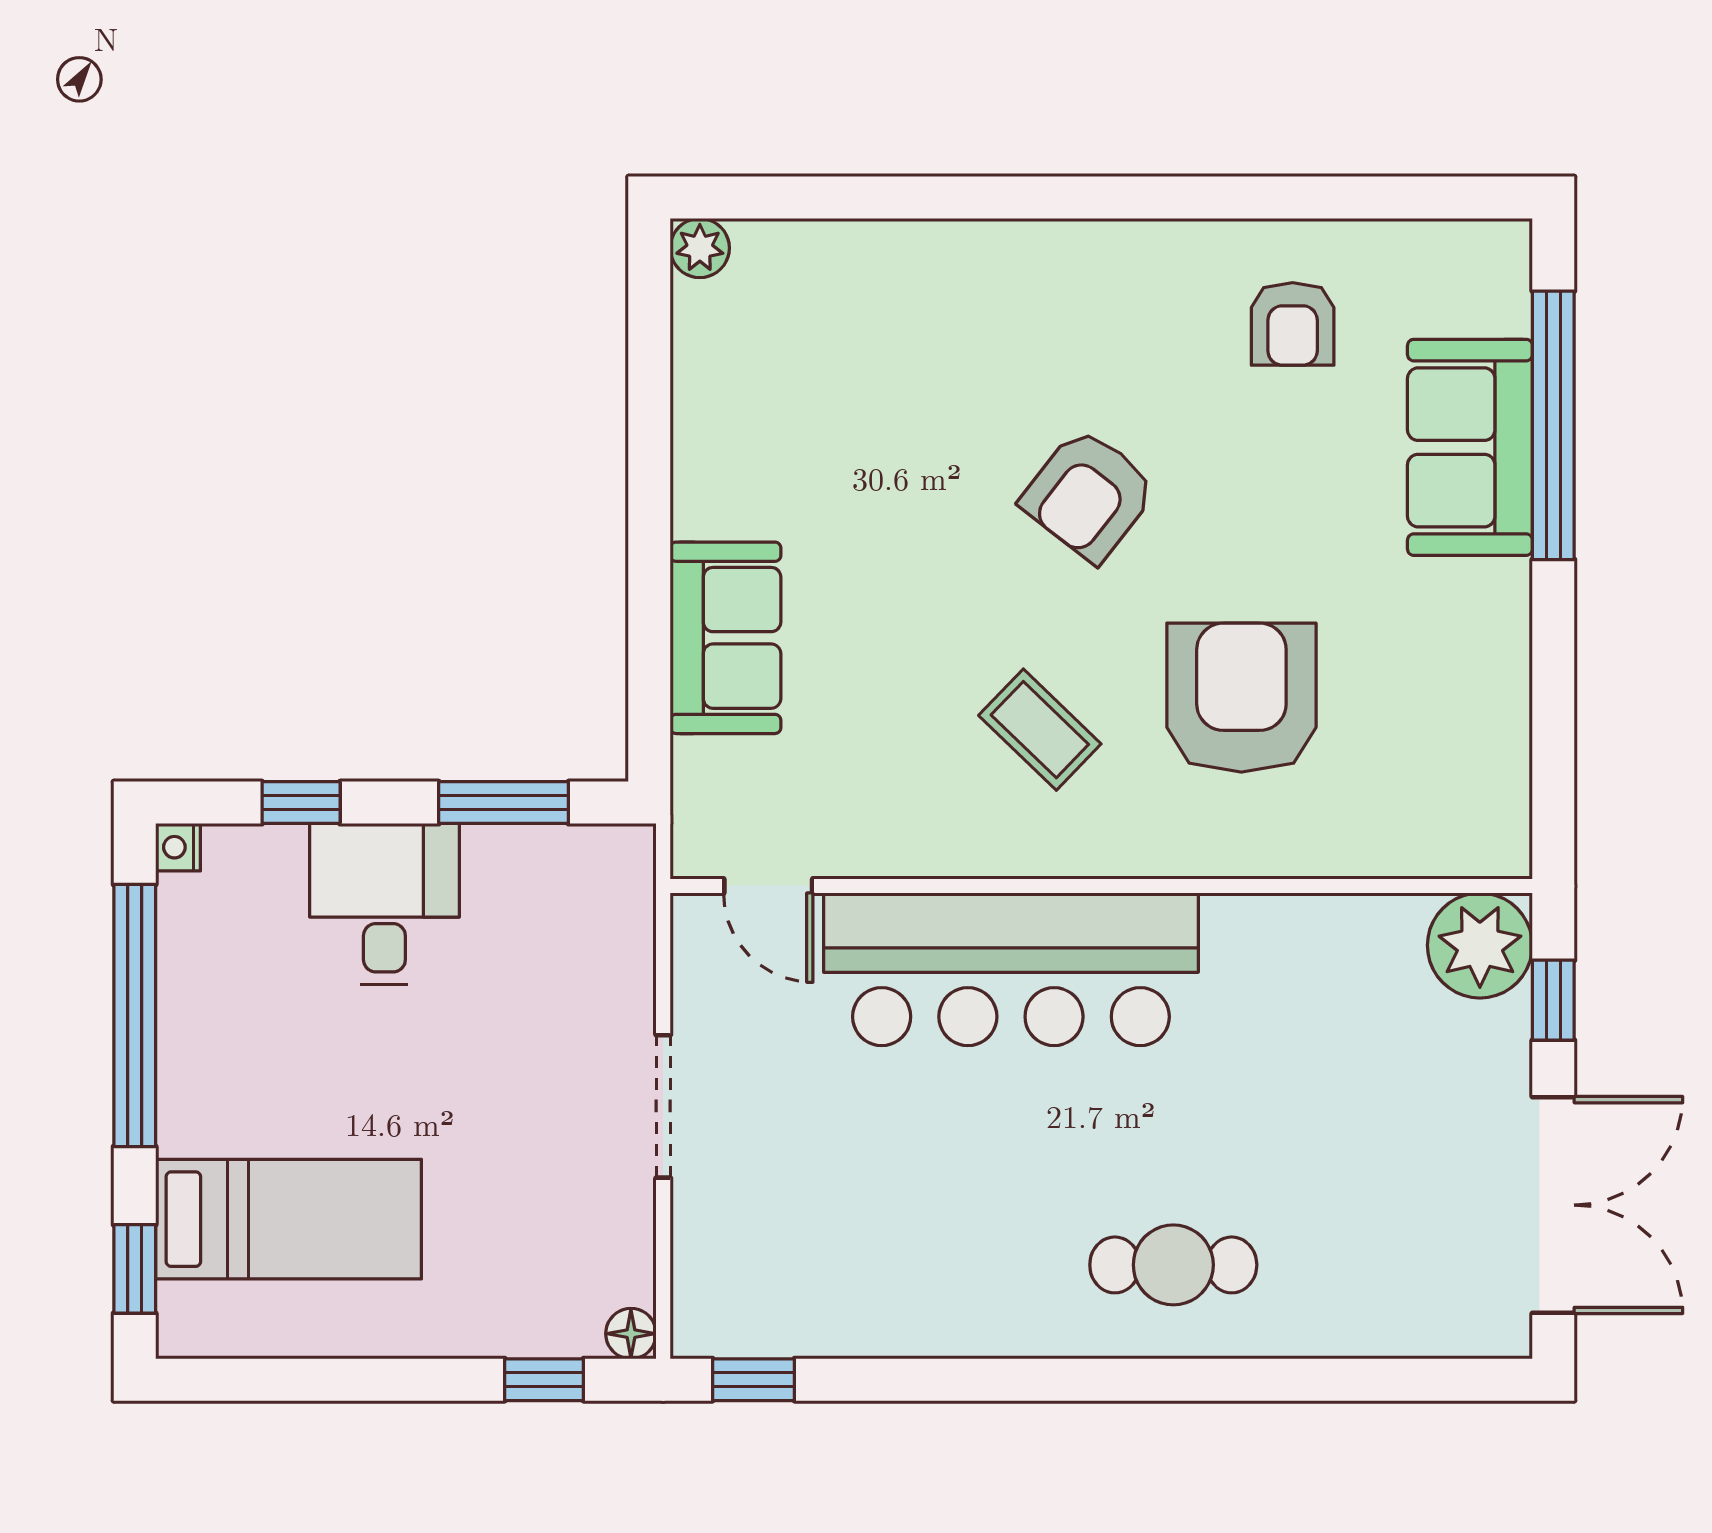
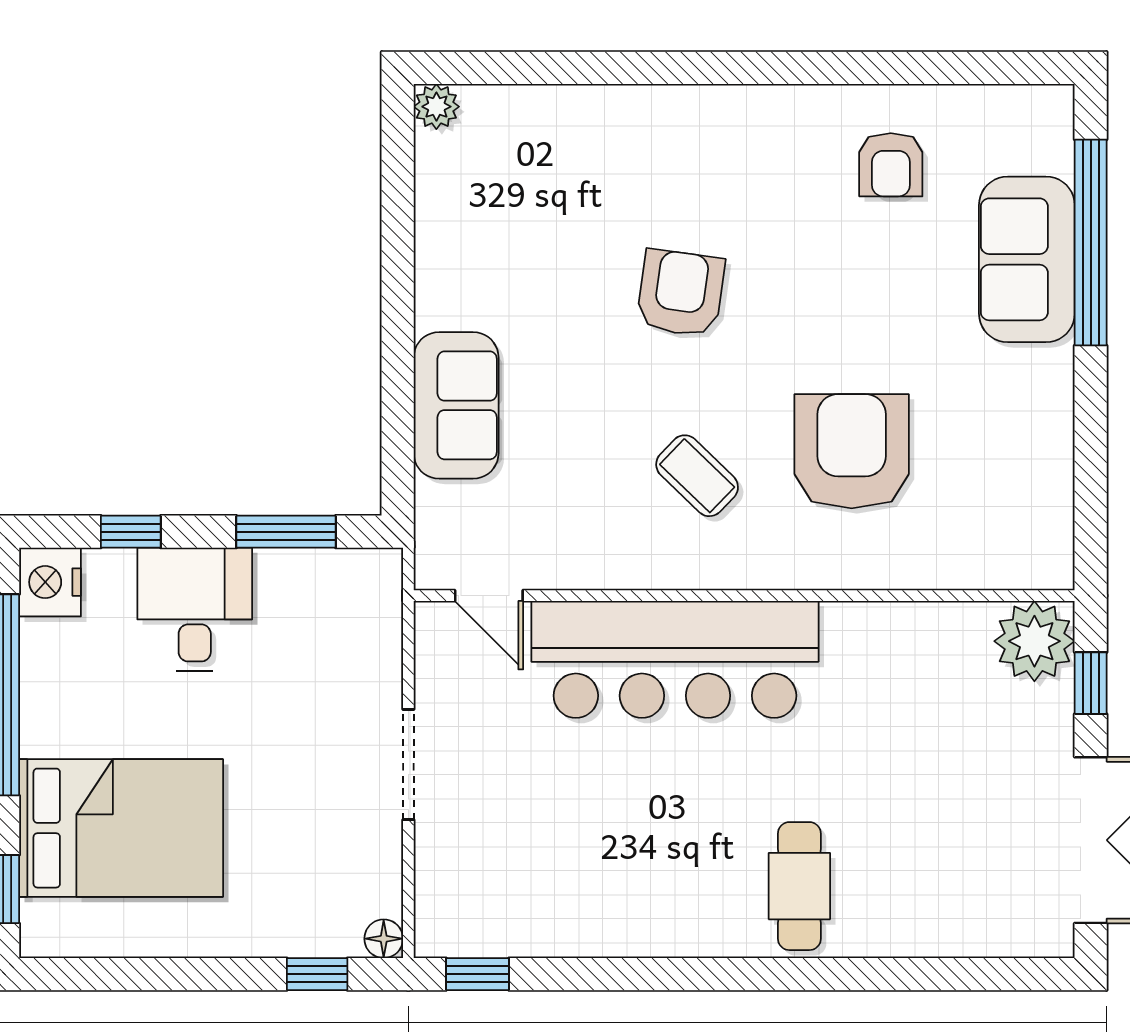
armchair: (1089, 495) -> (681, 293), moved, turned 150
nightstand: (178, 847) -> (50, 582), width x1.89, depth x1.79
bed: (288, 1219) -> (121, 828), width x1.50
cafe table: (1173, 1265) -> (799, 886), turned 90

